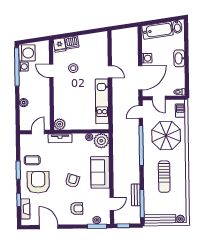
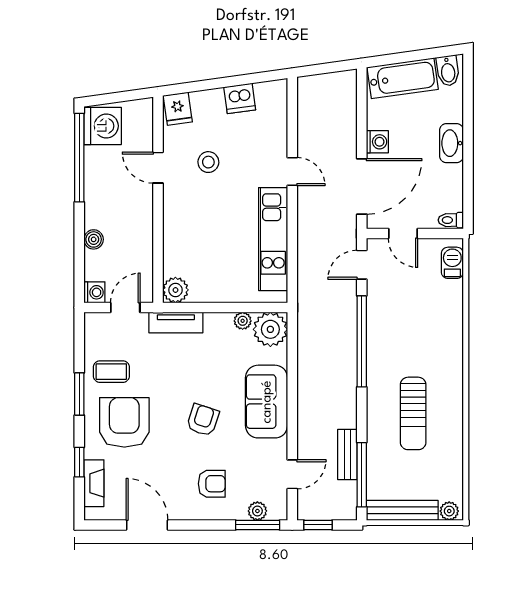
dishwasher: (72, 42) -> (240, 98), moved
washing machine: (23, 67) -> (94, 292), moved
parasol: (166, 136) -> (419, 320), removed

